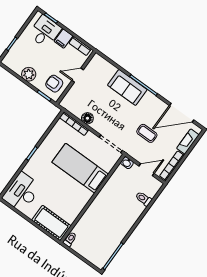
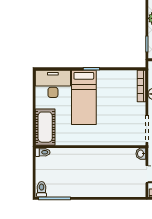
bed: (80, 168) -> (84, 97), moved, turned 180
toilet: (144, 199) -> (42, 189), moved

